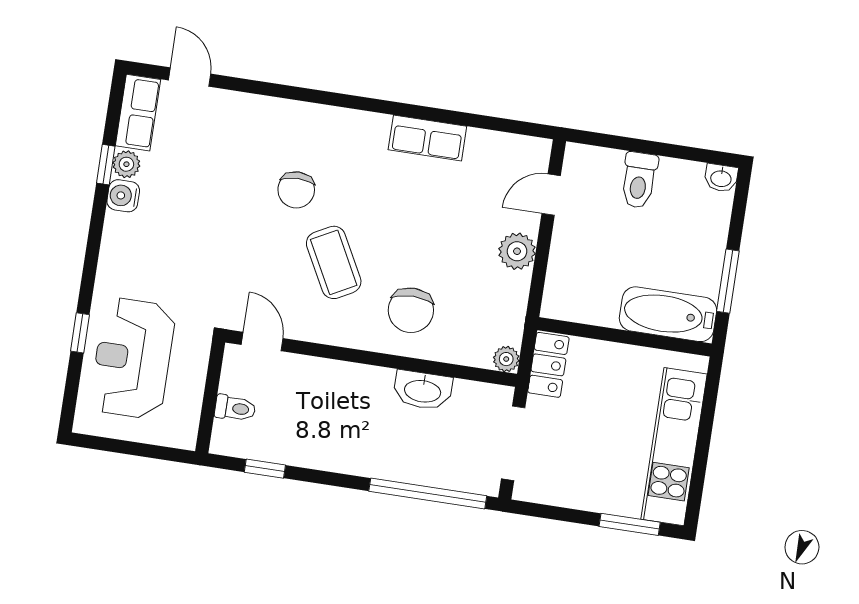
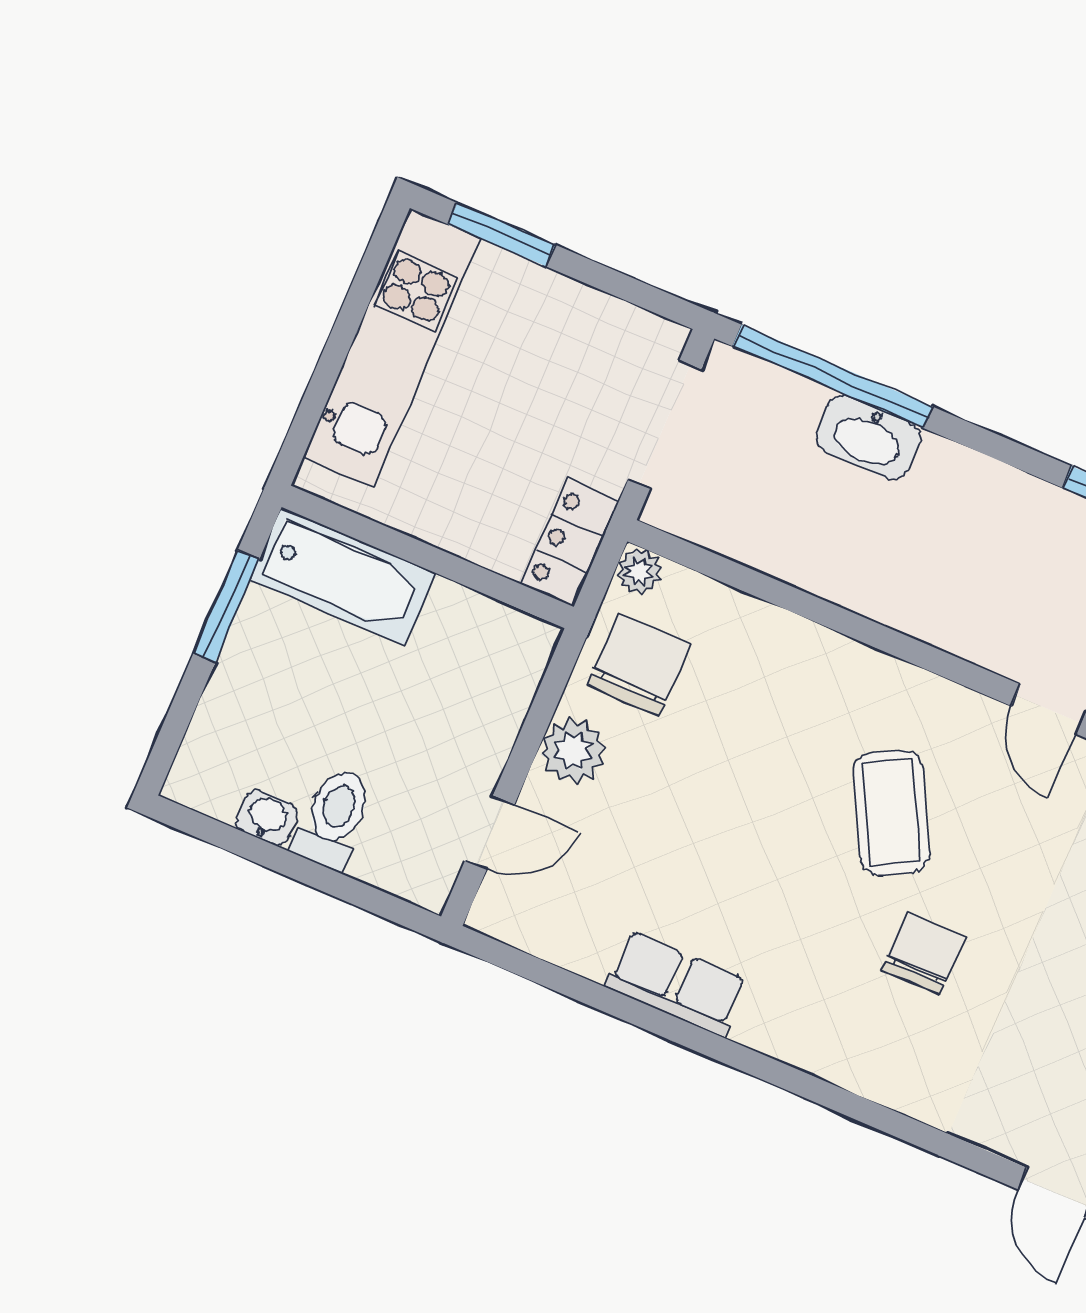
washbasin: (721, 178) -> (267, 817), moved
chair: (411, 310) -> (639, 665), moved
washbasin: (423, 390) -> (868, 437), moved, turned 180

